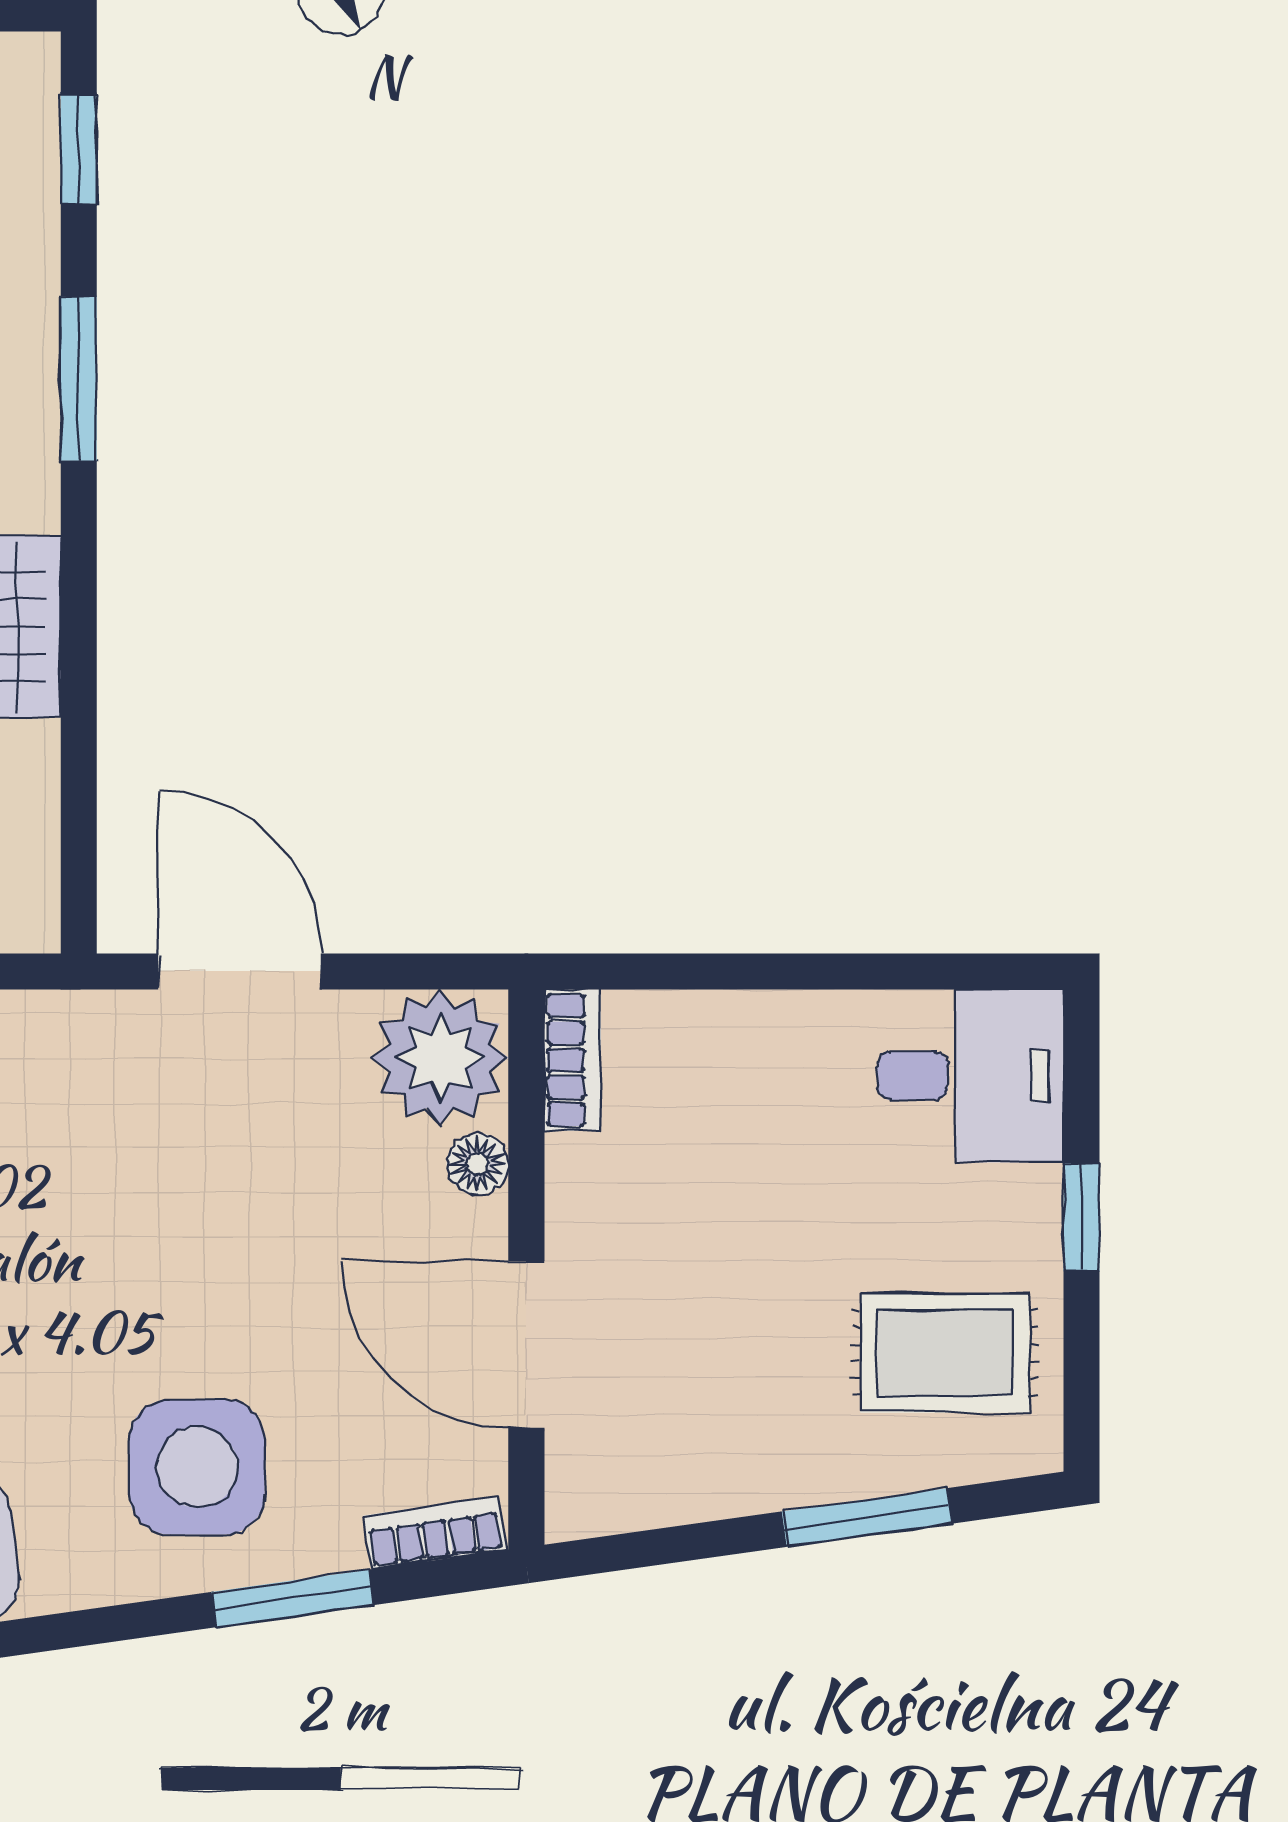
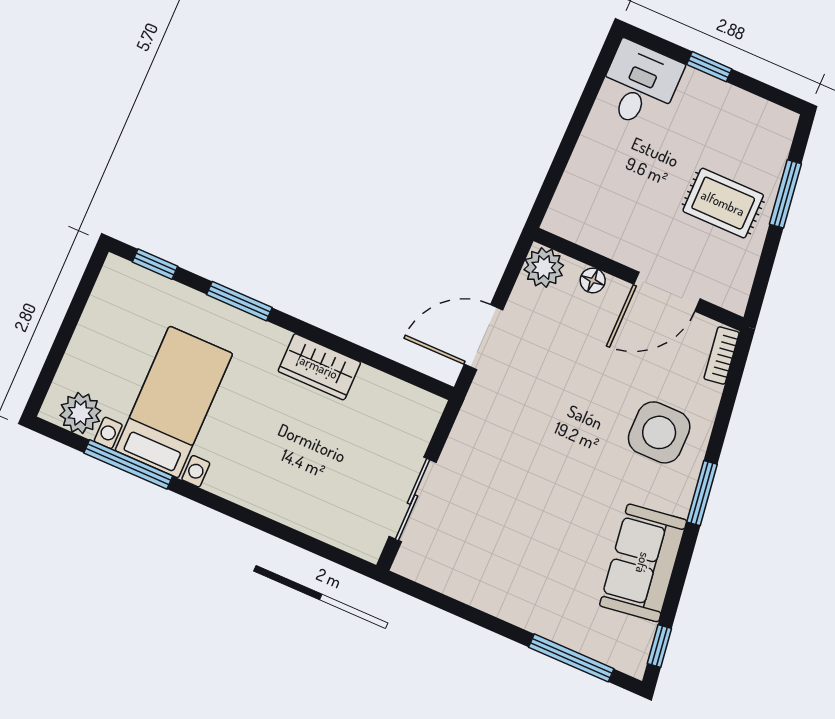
plant: (440, 1058) -> (544, 268), width x0.73, depth x0.73
bookcase: (573, 1060) -> (570, 229), removed
rug: (945, 1353) -> (723, 203), moved, turned 90
window: (293, 1598) -> (702, 493), moved

